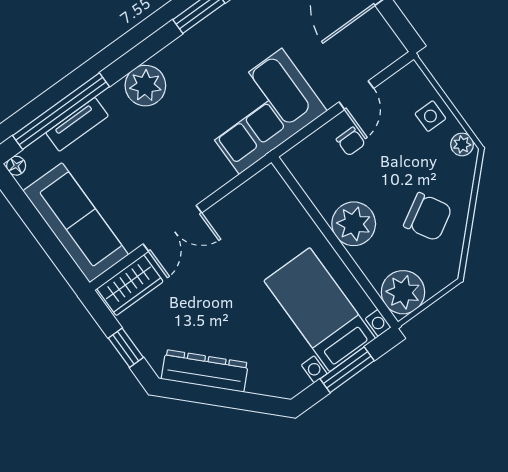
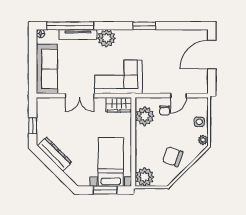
corner sofa: (261, 111) -> (118, 77), moved
tv unit: (77, 124) -> (78, 35), width x1.41
chair: (428, 217) -> (173, 157), turned 140
plant: (354, 224) -> (145, 116), moved
wardrobe: (130, 285) -> (119, 105), moved

